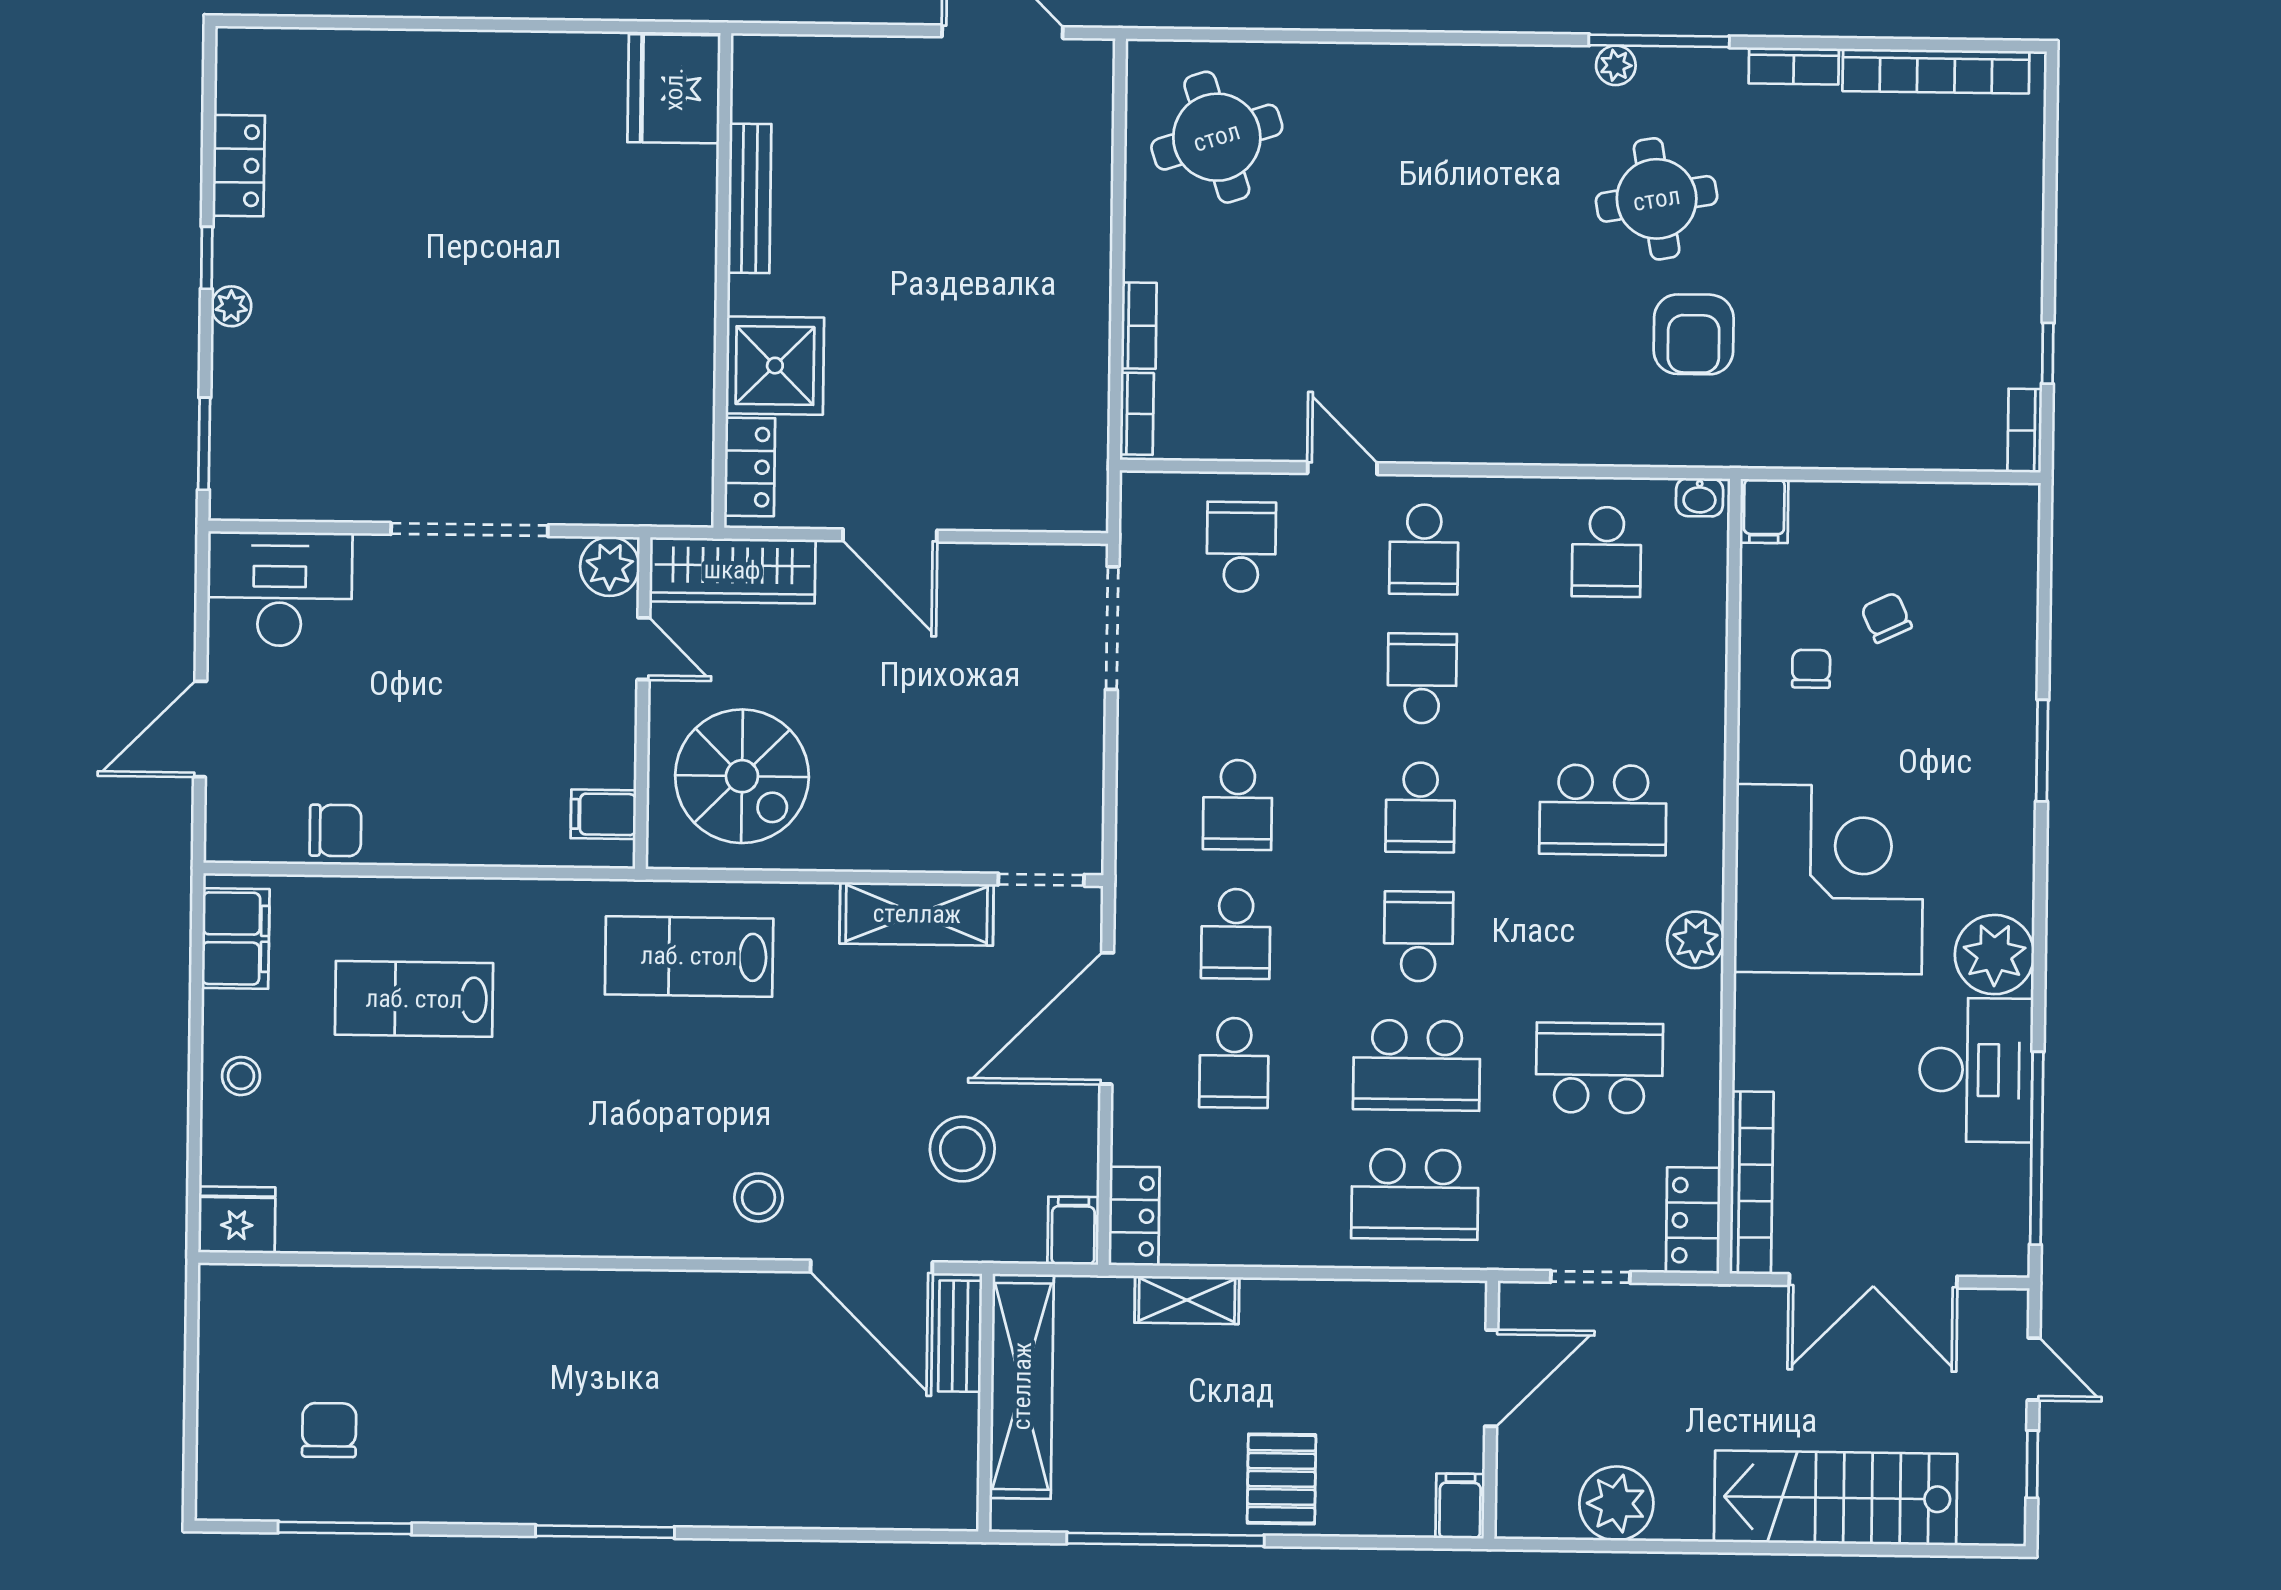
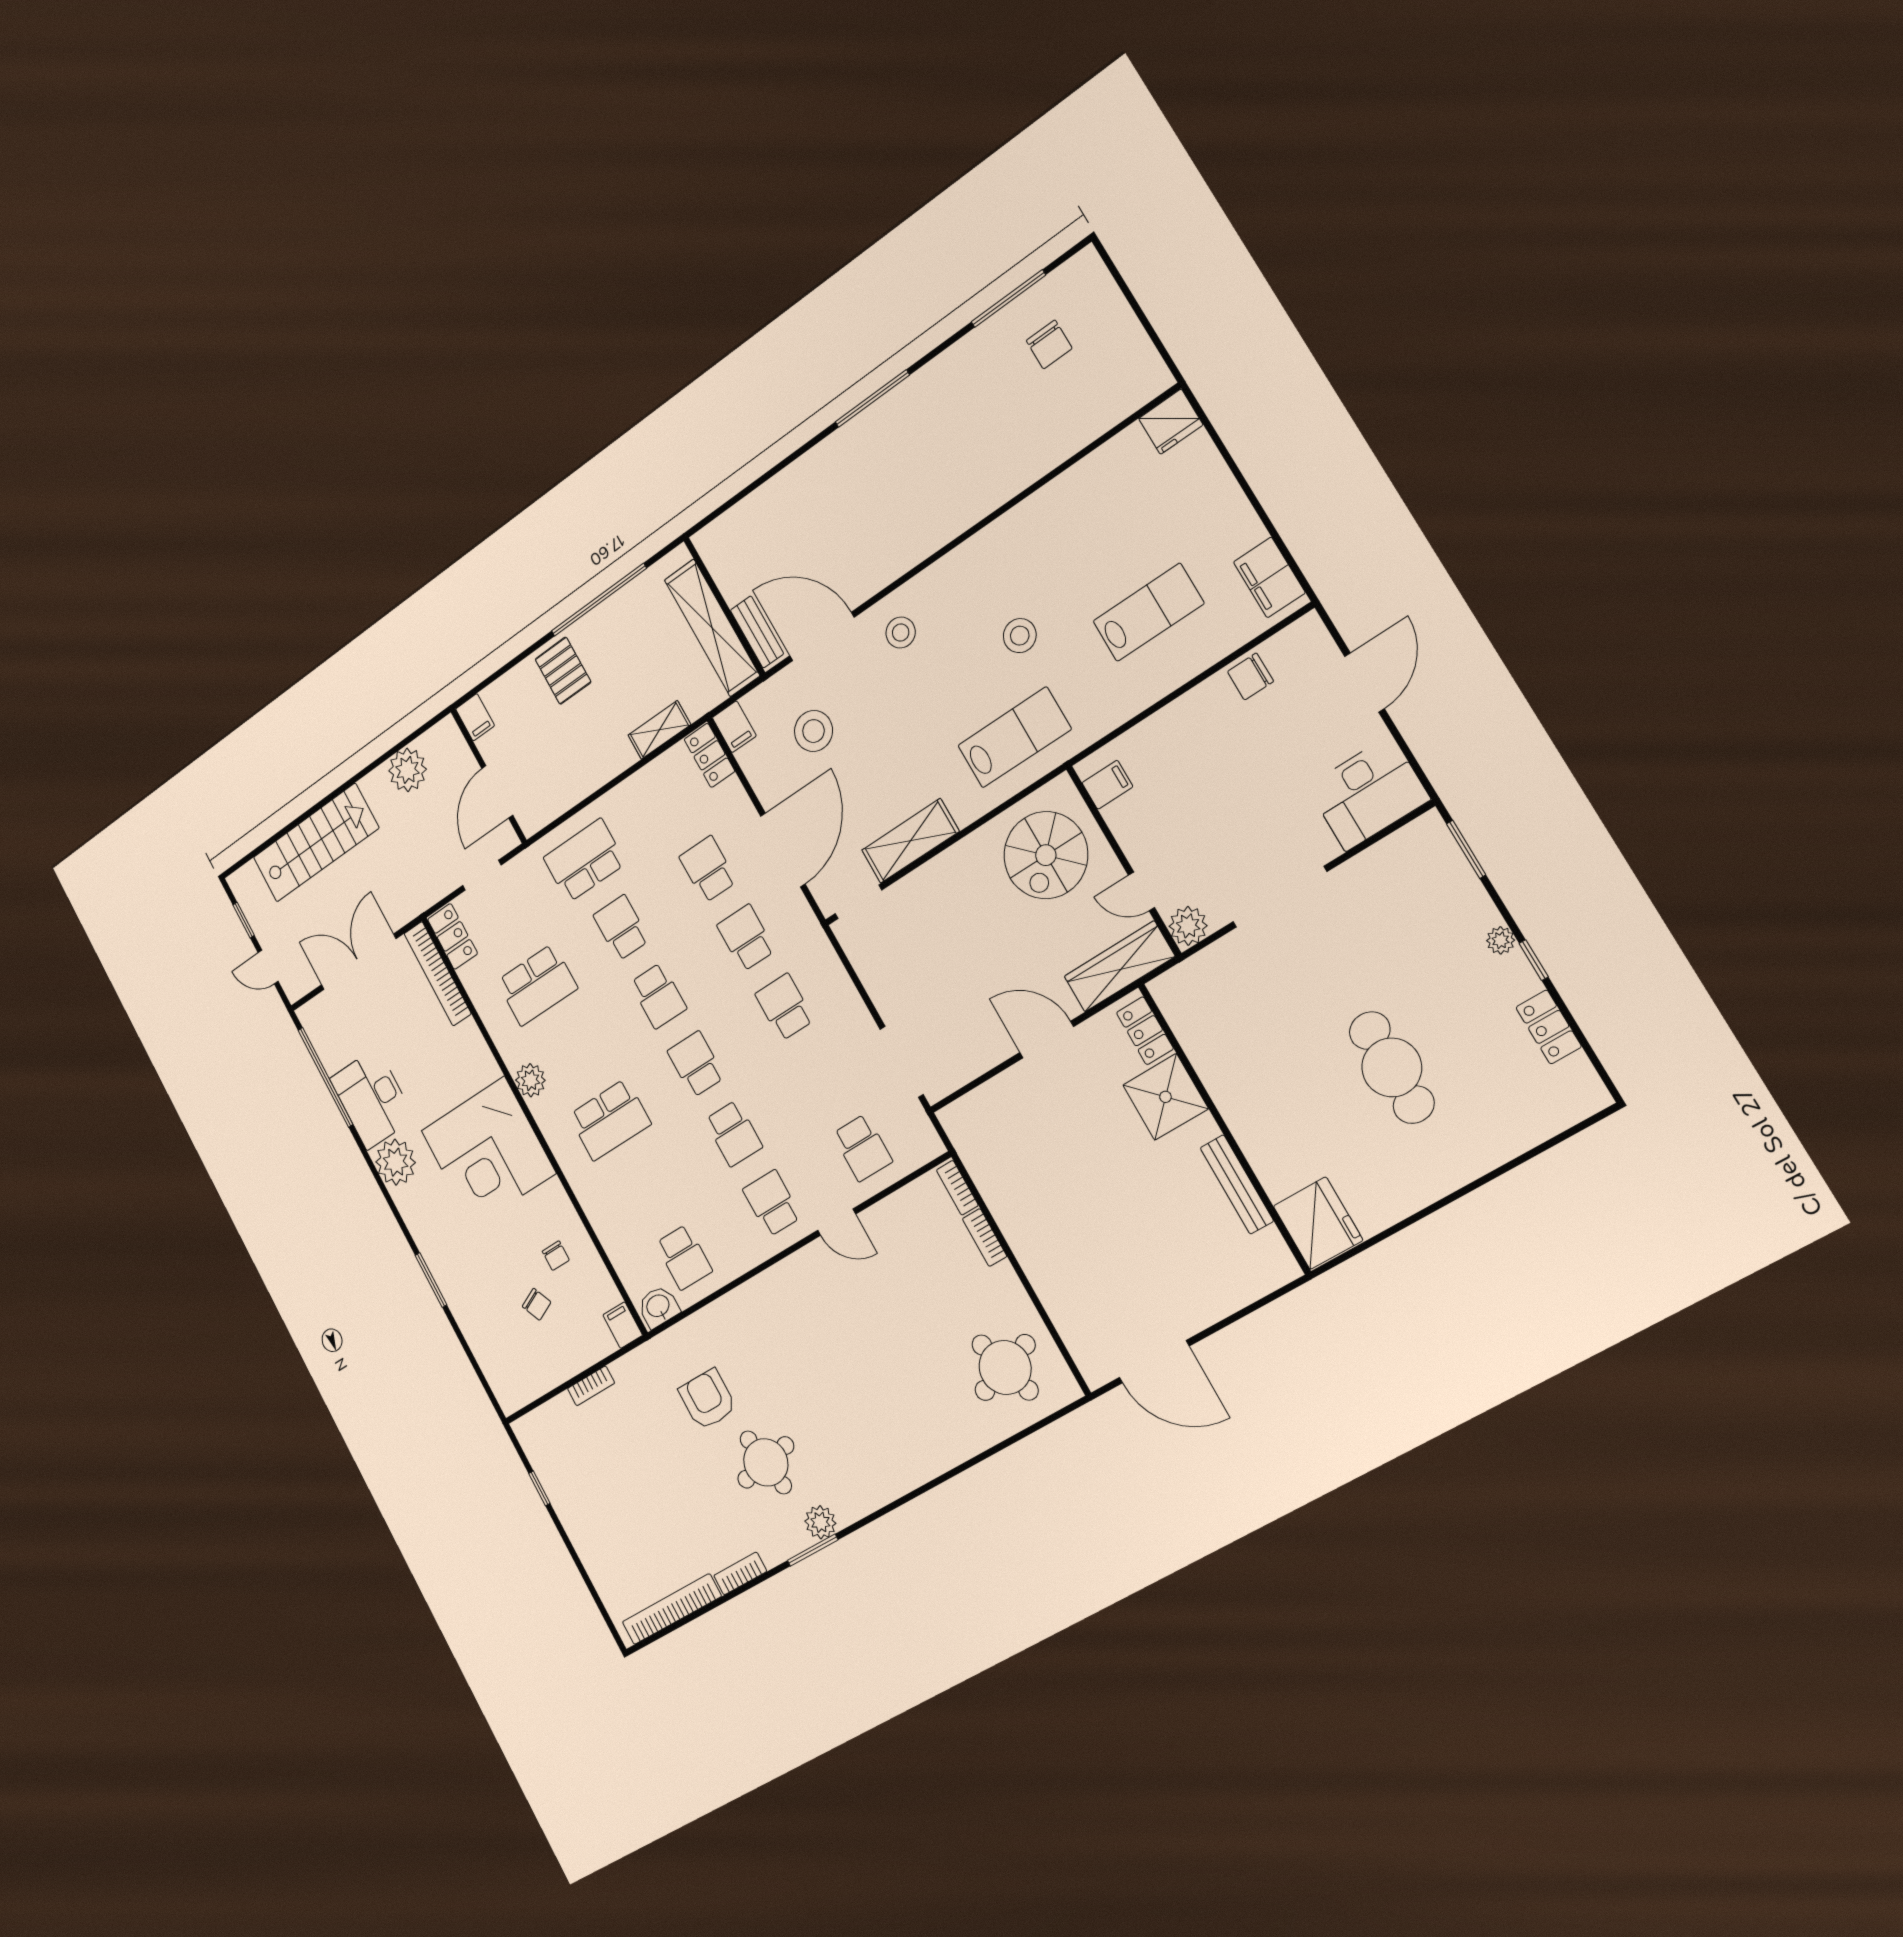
window: (1659, 41) -> (813, 1550), width x0.69
plant: (1616, 65) -> (820, 1522), width x1.38, depth x1.38
cafe table: (460, 230) -> (1392, 1067), added
bookcase: (2025, 431) -> (591, 1386), moved, turned 90
washbasin: (1700, 497) -> (658, 1307), width x1.38, depth x1.45
school desk: (1607, 552) -> (684, 1257), turned 180
spiral stairs: (742, 776) -> (1046, 855), turned -90
school desk: (1603, 810) -> (610, 1120), turned 180
school desk: (1417, 1065) -> (621, 928), width x0.54
stool: (241, 1076) -> (1020, 636), moved, width x1.37, depth x1.37

